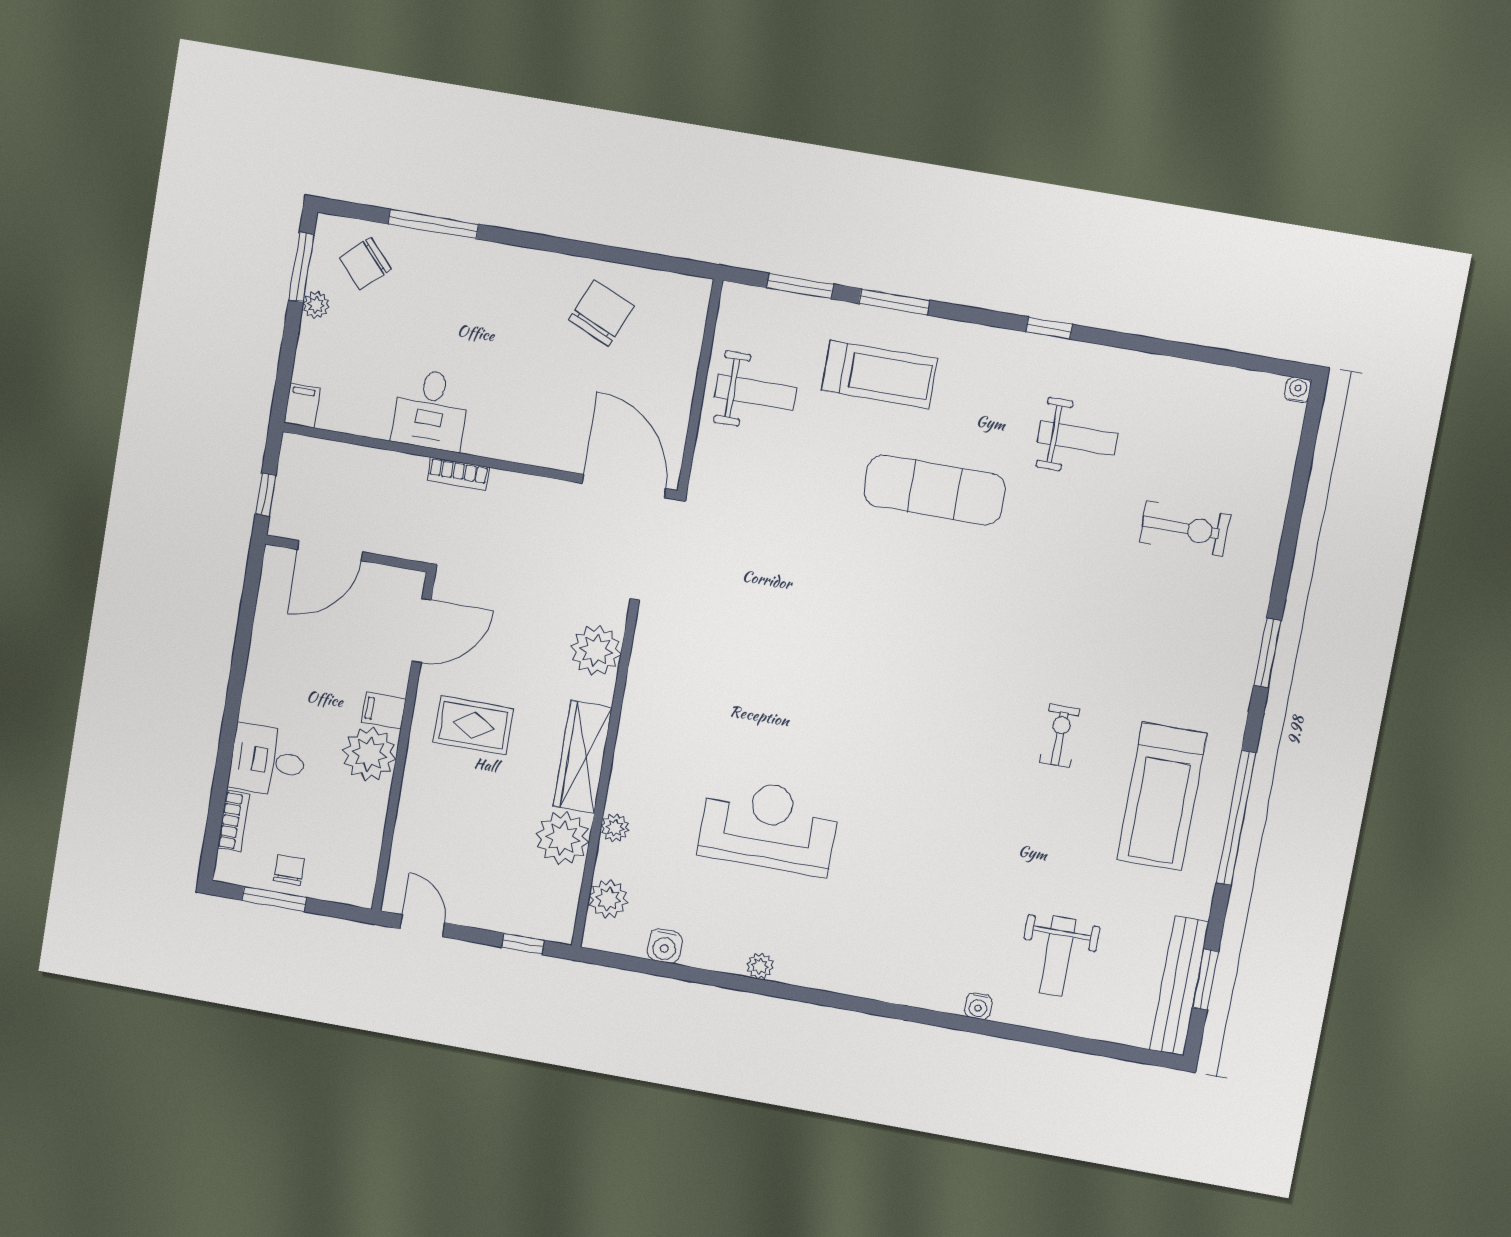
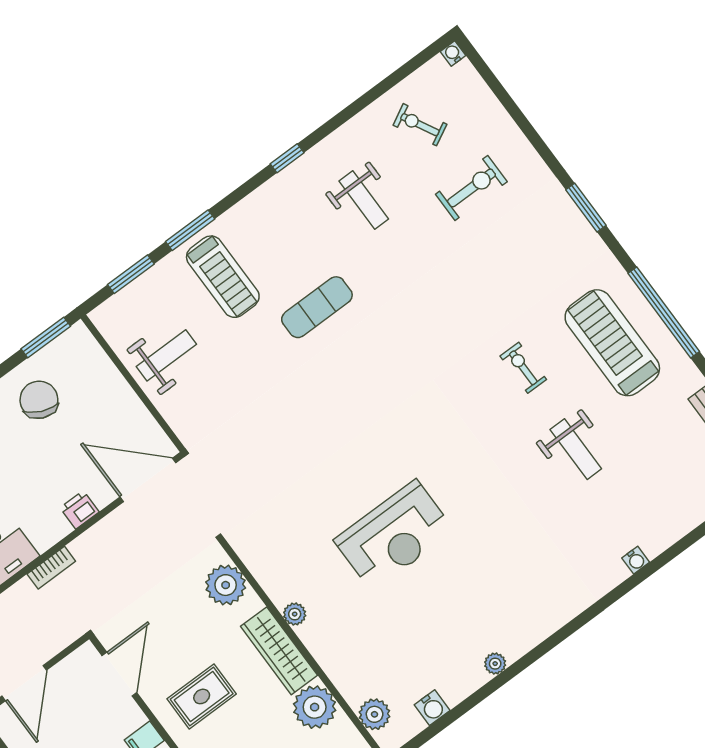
window: (665, 263) -> (46, 337), added
treadmill: (880, 374) -> (223, 277), turned 90
exercise bike: (1200, 423) -> (420, 125), added
weight bench: (1077, 438) -> (364, 200), turned 90
printer: (536, 449) -> (79, 510), added
exercise mat: (934, 490) -> (317, 307), width x0.73, depth x0.69
treadmill: (1162, 797) -> (612, 343), turned 180
reception desk: (769, 826) -> (394, 535), moved, turned 180
plant: (615, 828) -> (295, 614), moved
weight bench: (1058, 956) -> (576, 449), moved

